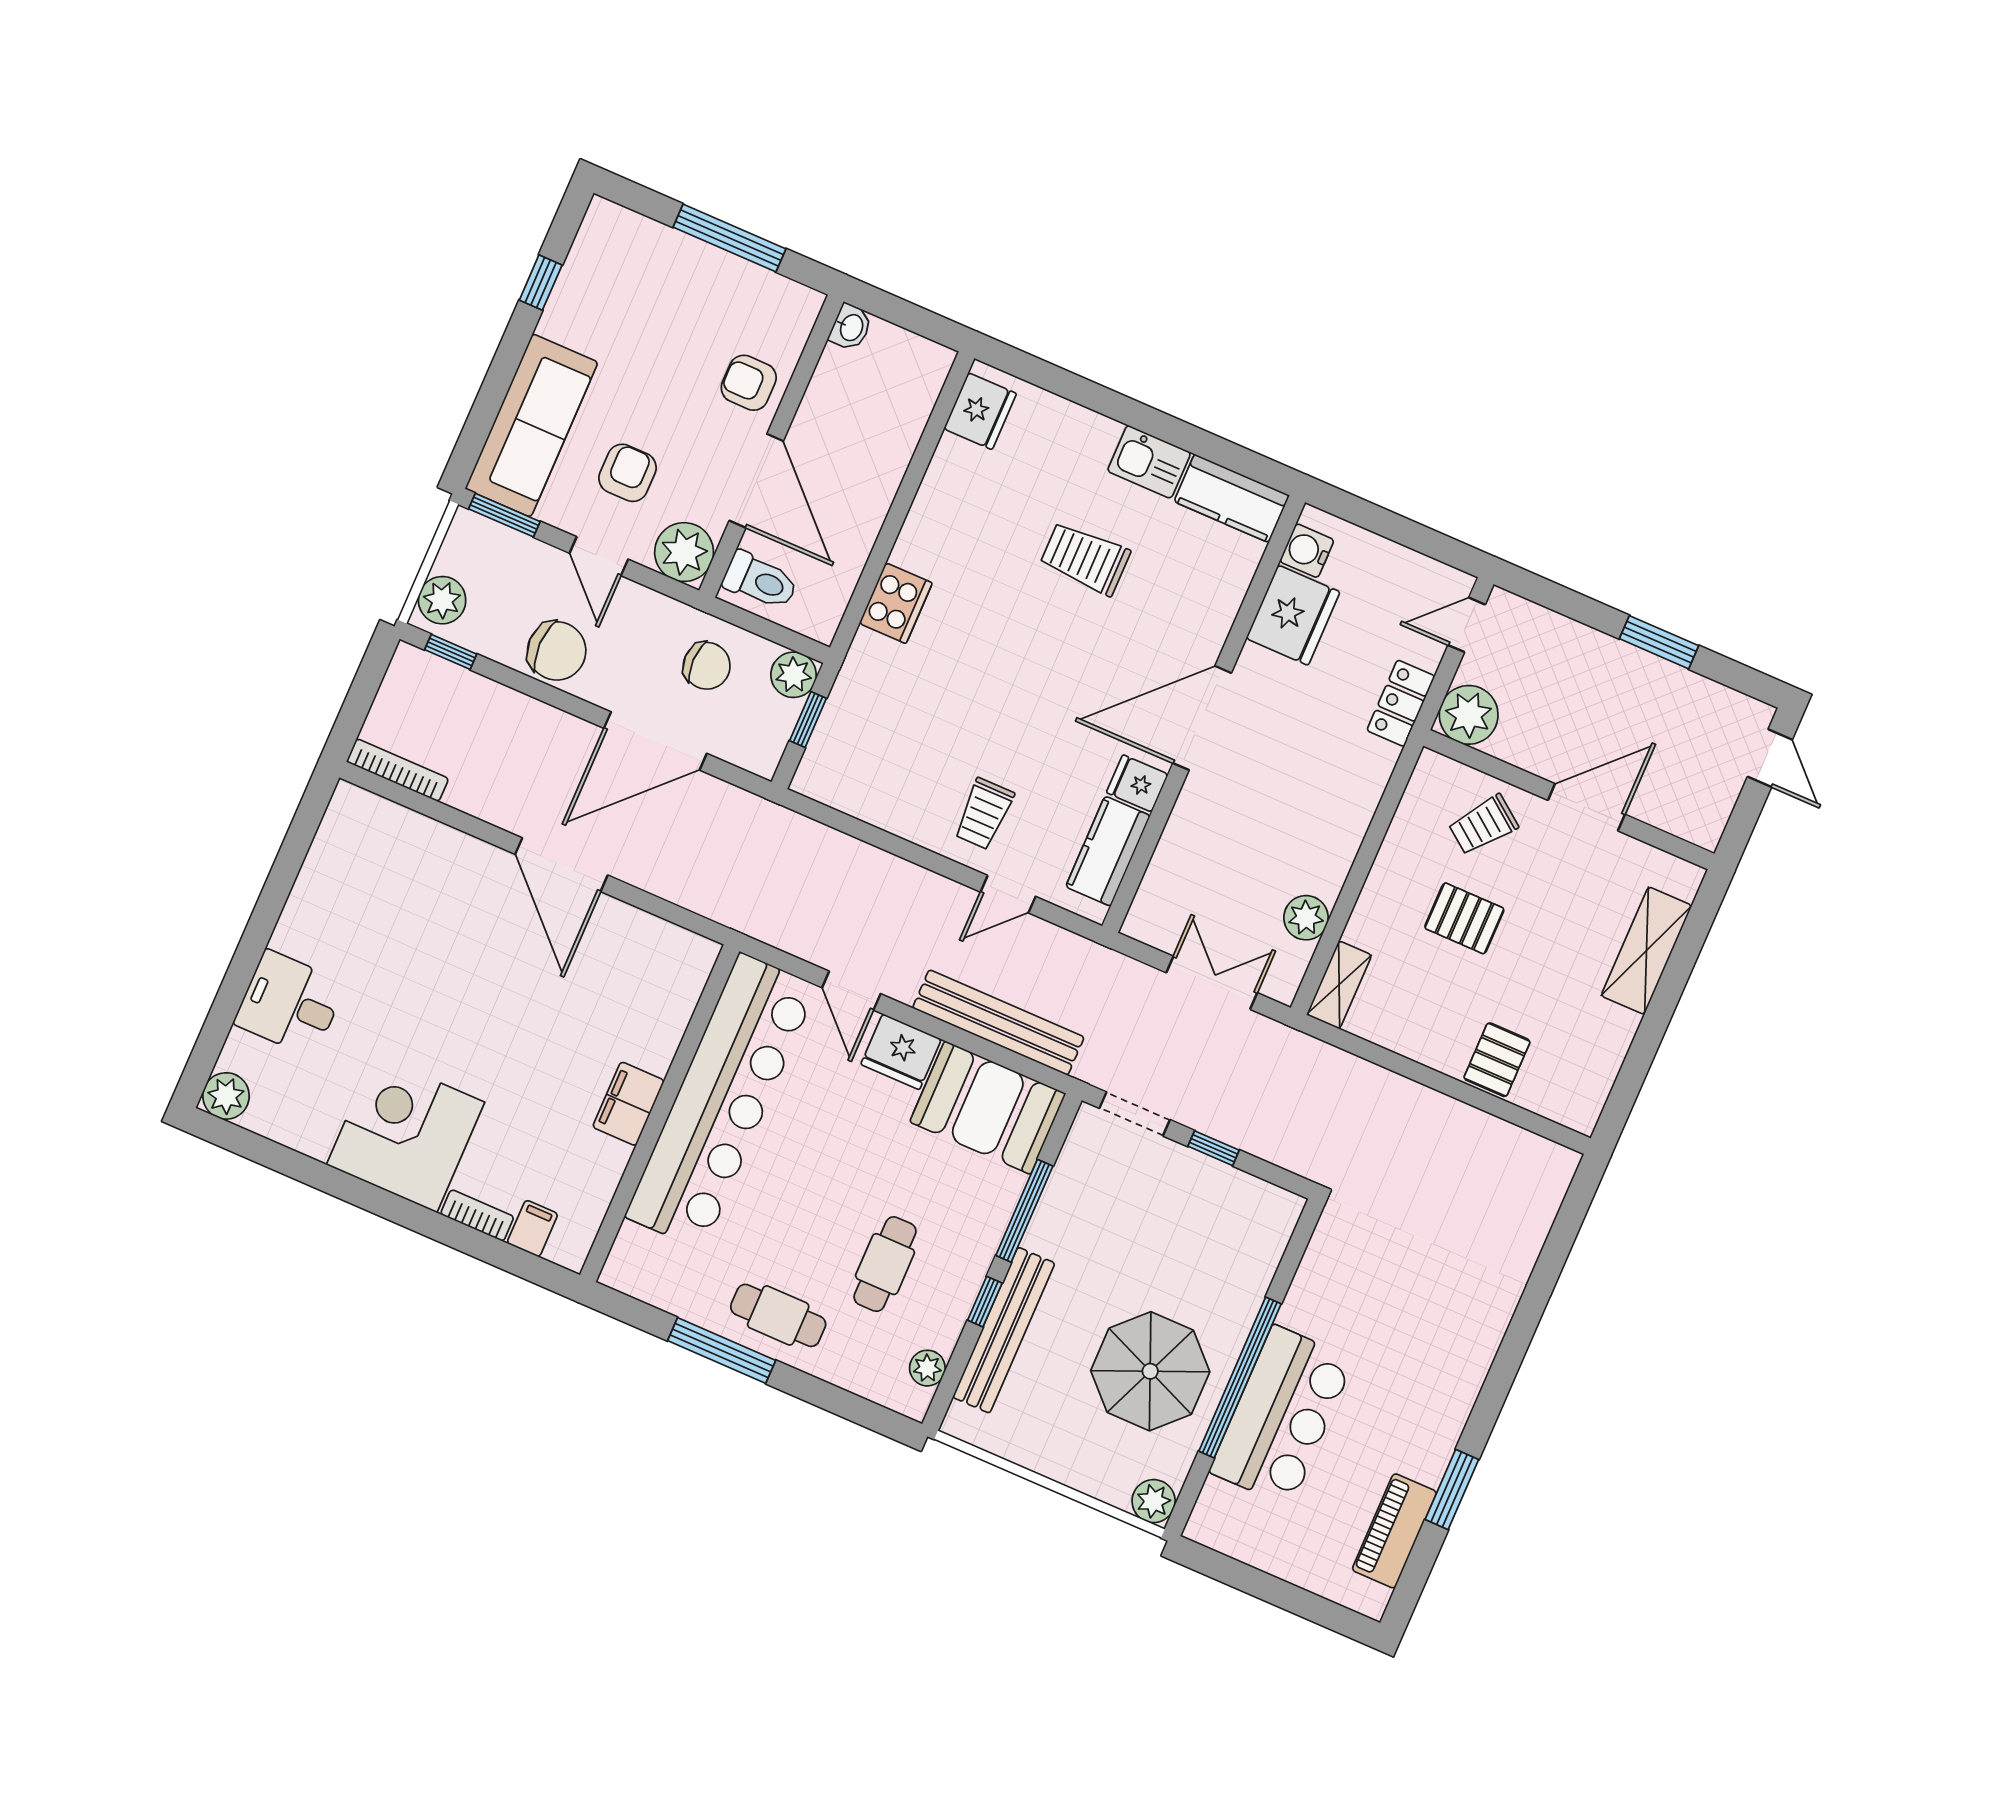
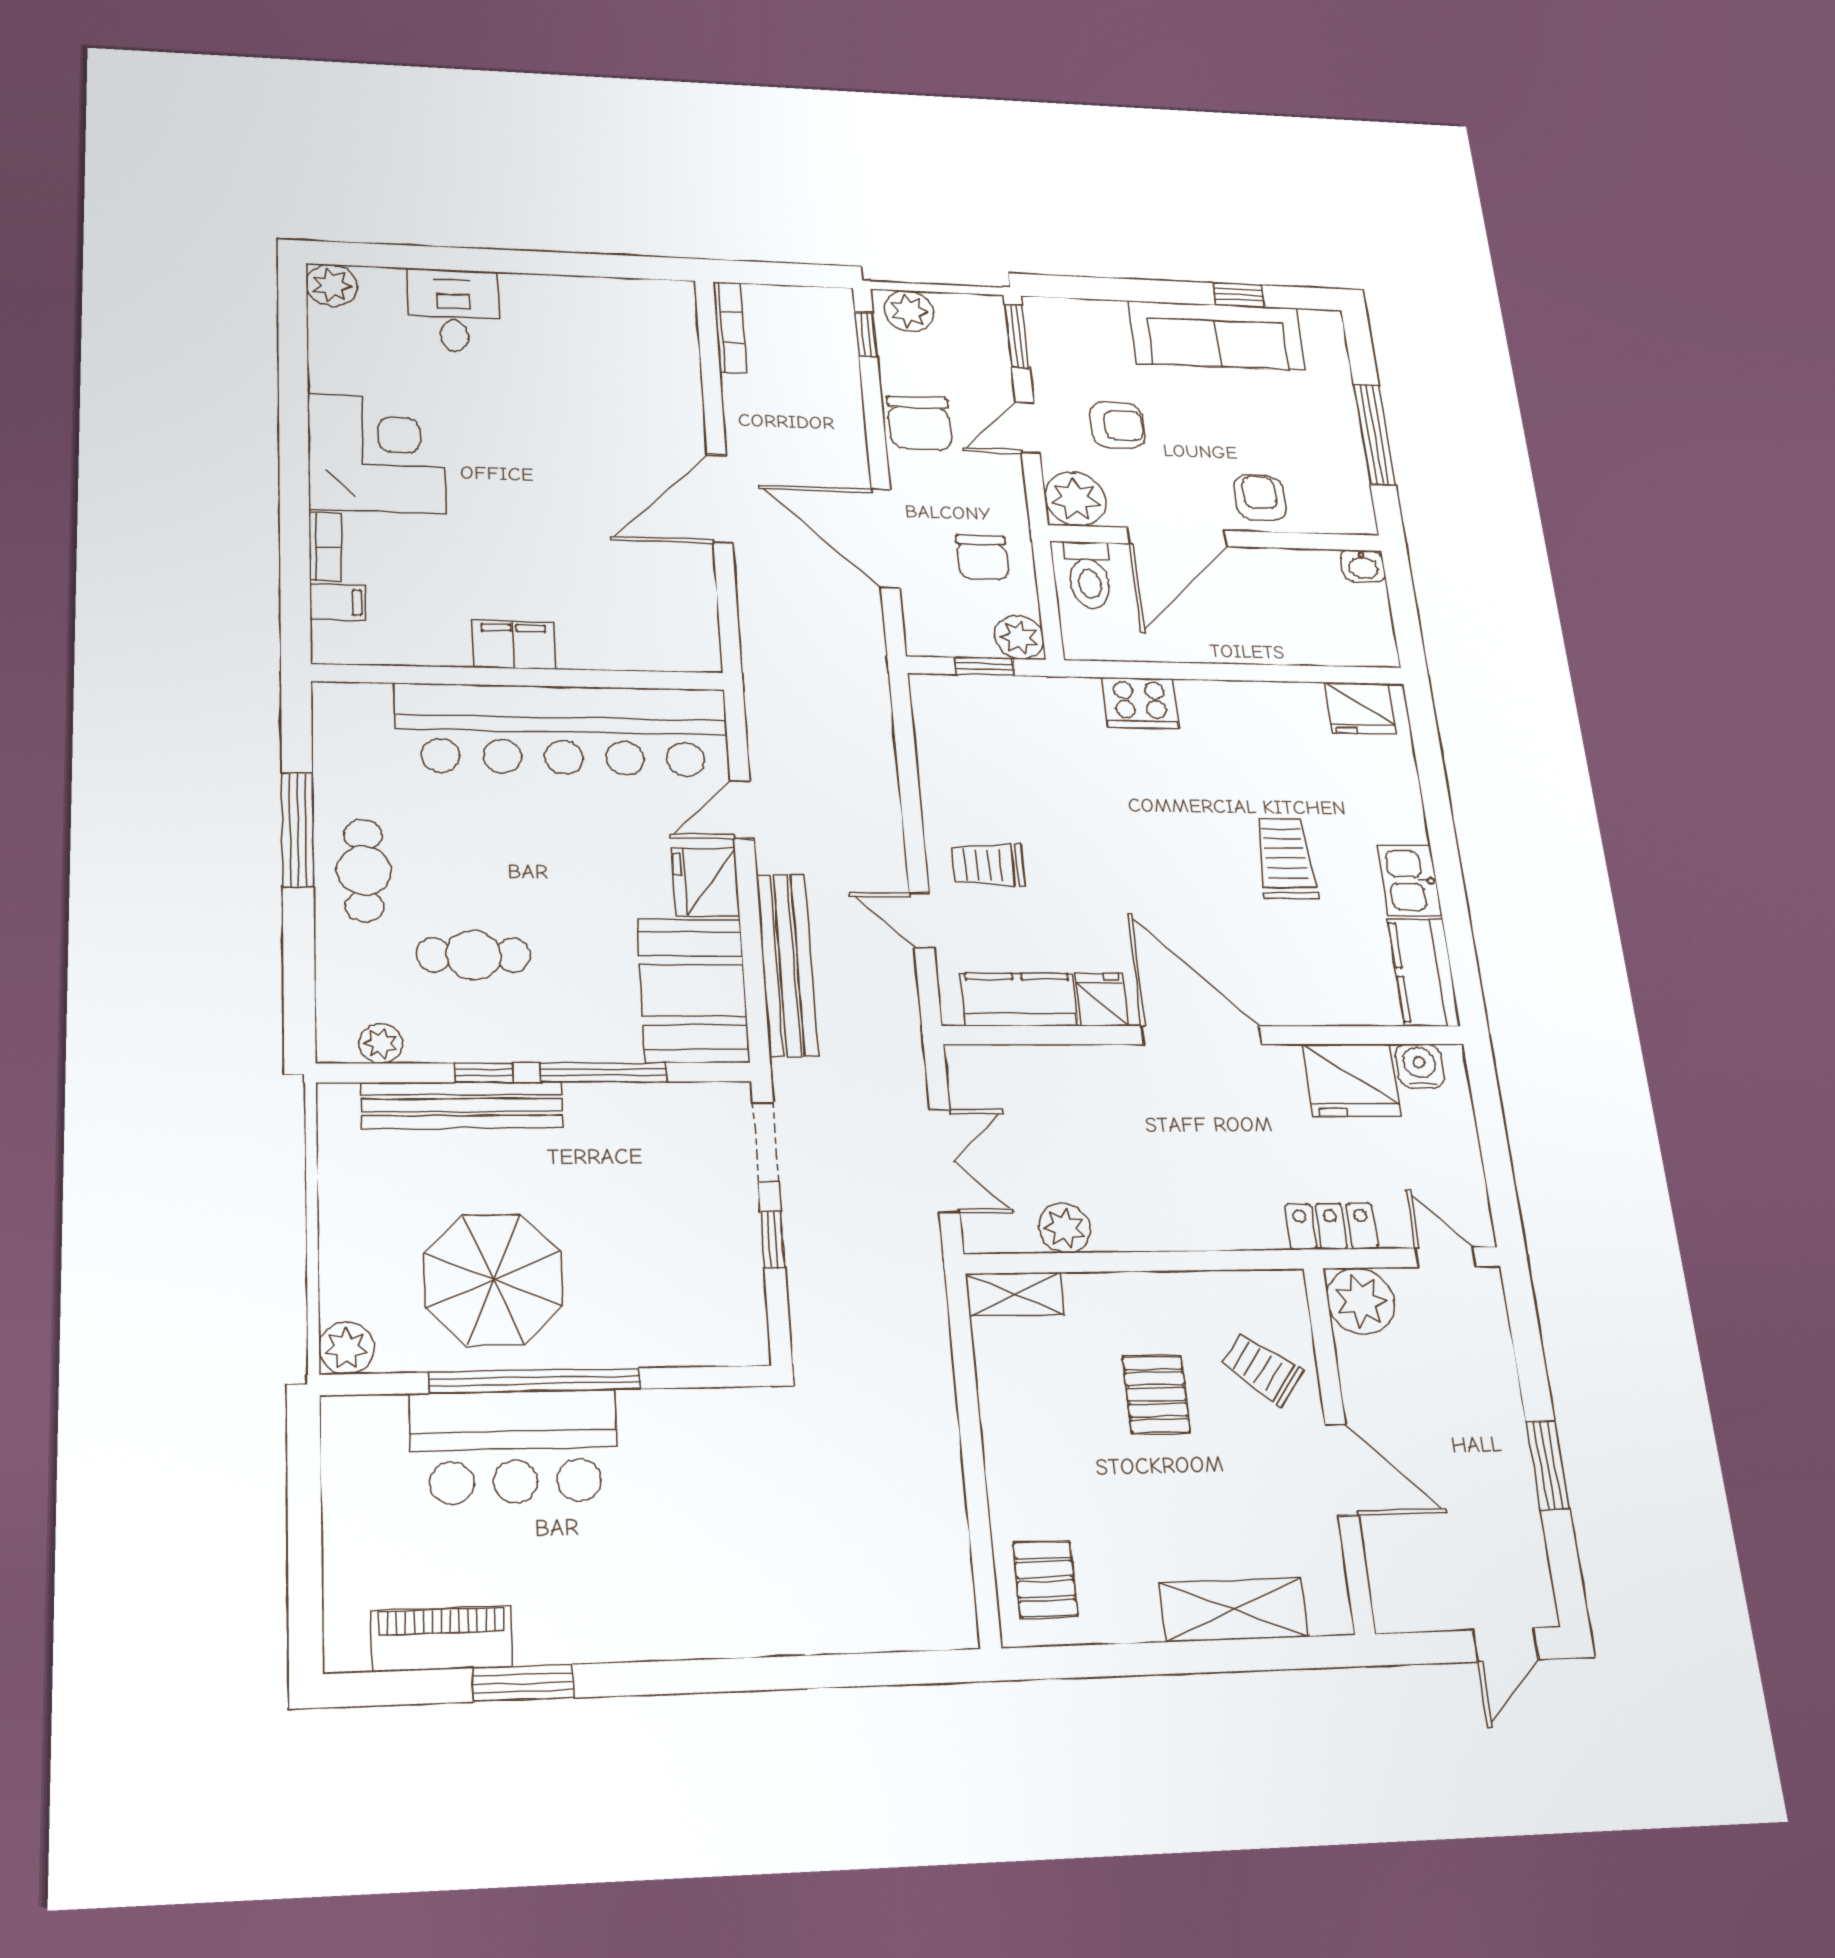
sofa: (532, 425) -> (1217, 335), moved
pallet: (1497, 1060) -> (1045, 1579), moved, turned 90

